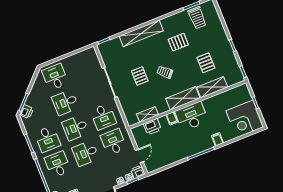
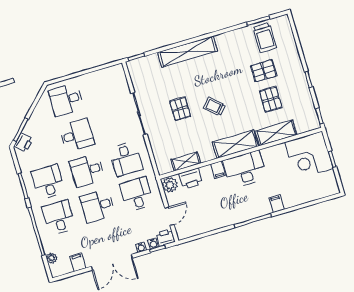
pallet: (178, 42) -> (264, 71), moved
desk: (55, 77) -> (66, 100), turned -90
desk: (65, 102) -> (77, 135), turned 180
corner desk: (245, 119) -> (309, 155), moved
plant: (137, 133) -> (170, 185), added
desk: (47, 139) -> (48, 182), turned 180

